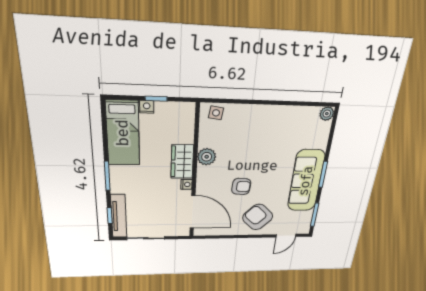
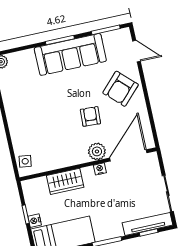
plant: (207, 157) -> (97, 151), moved
wardrobe: (182, 162) -> (65, 181), moved

